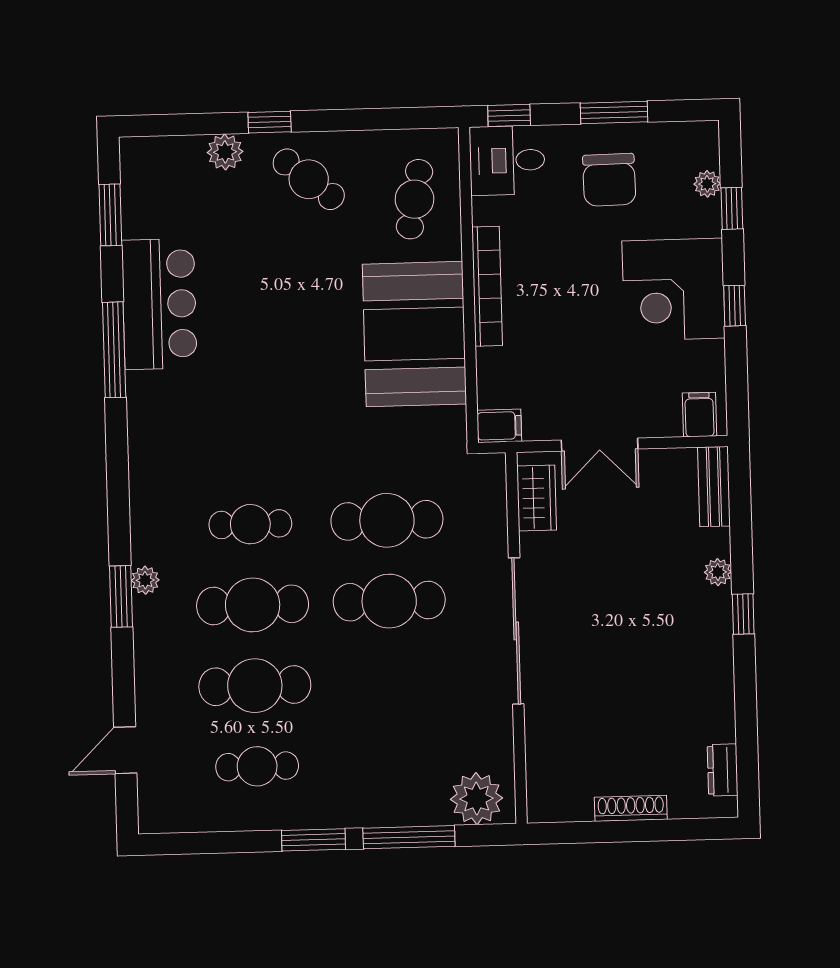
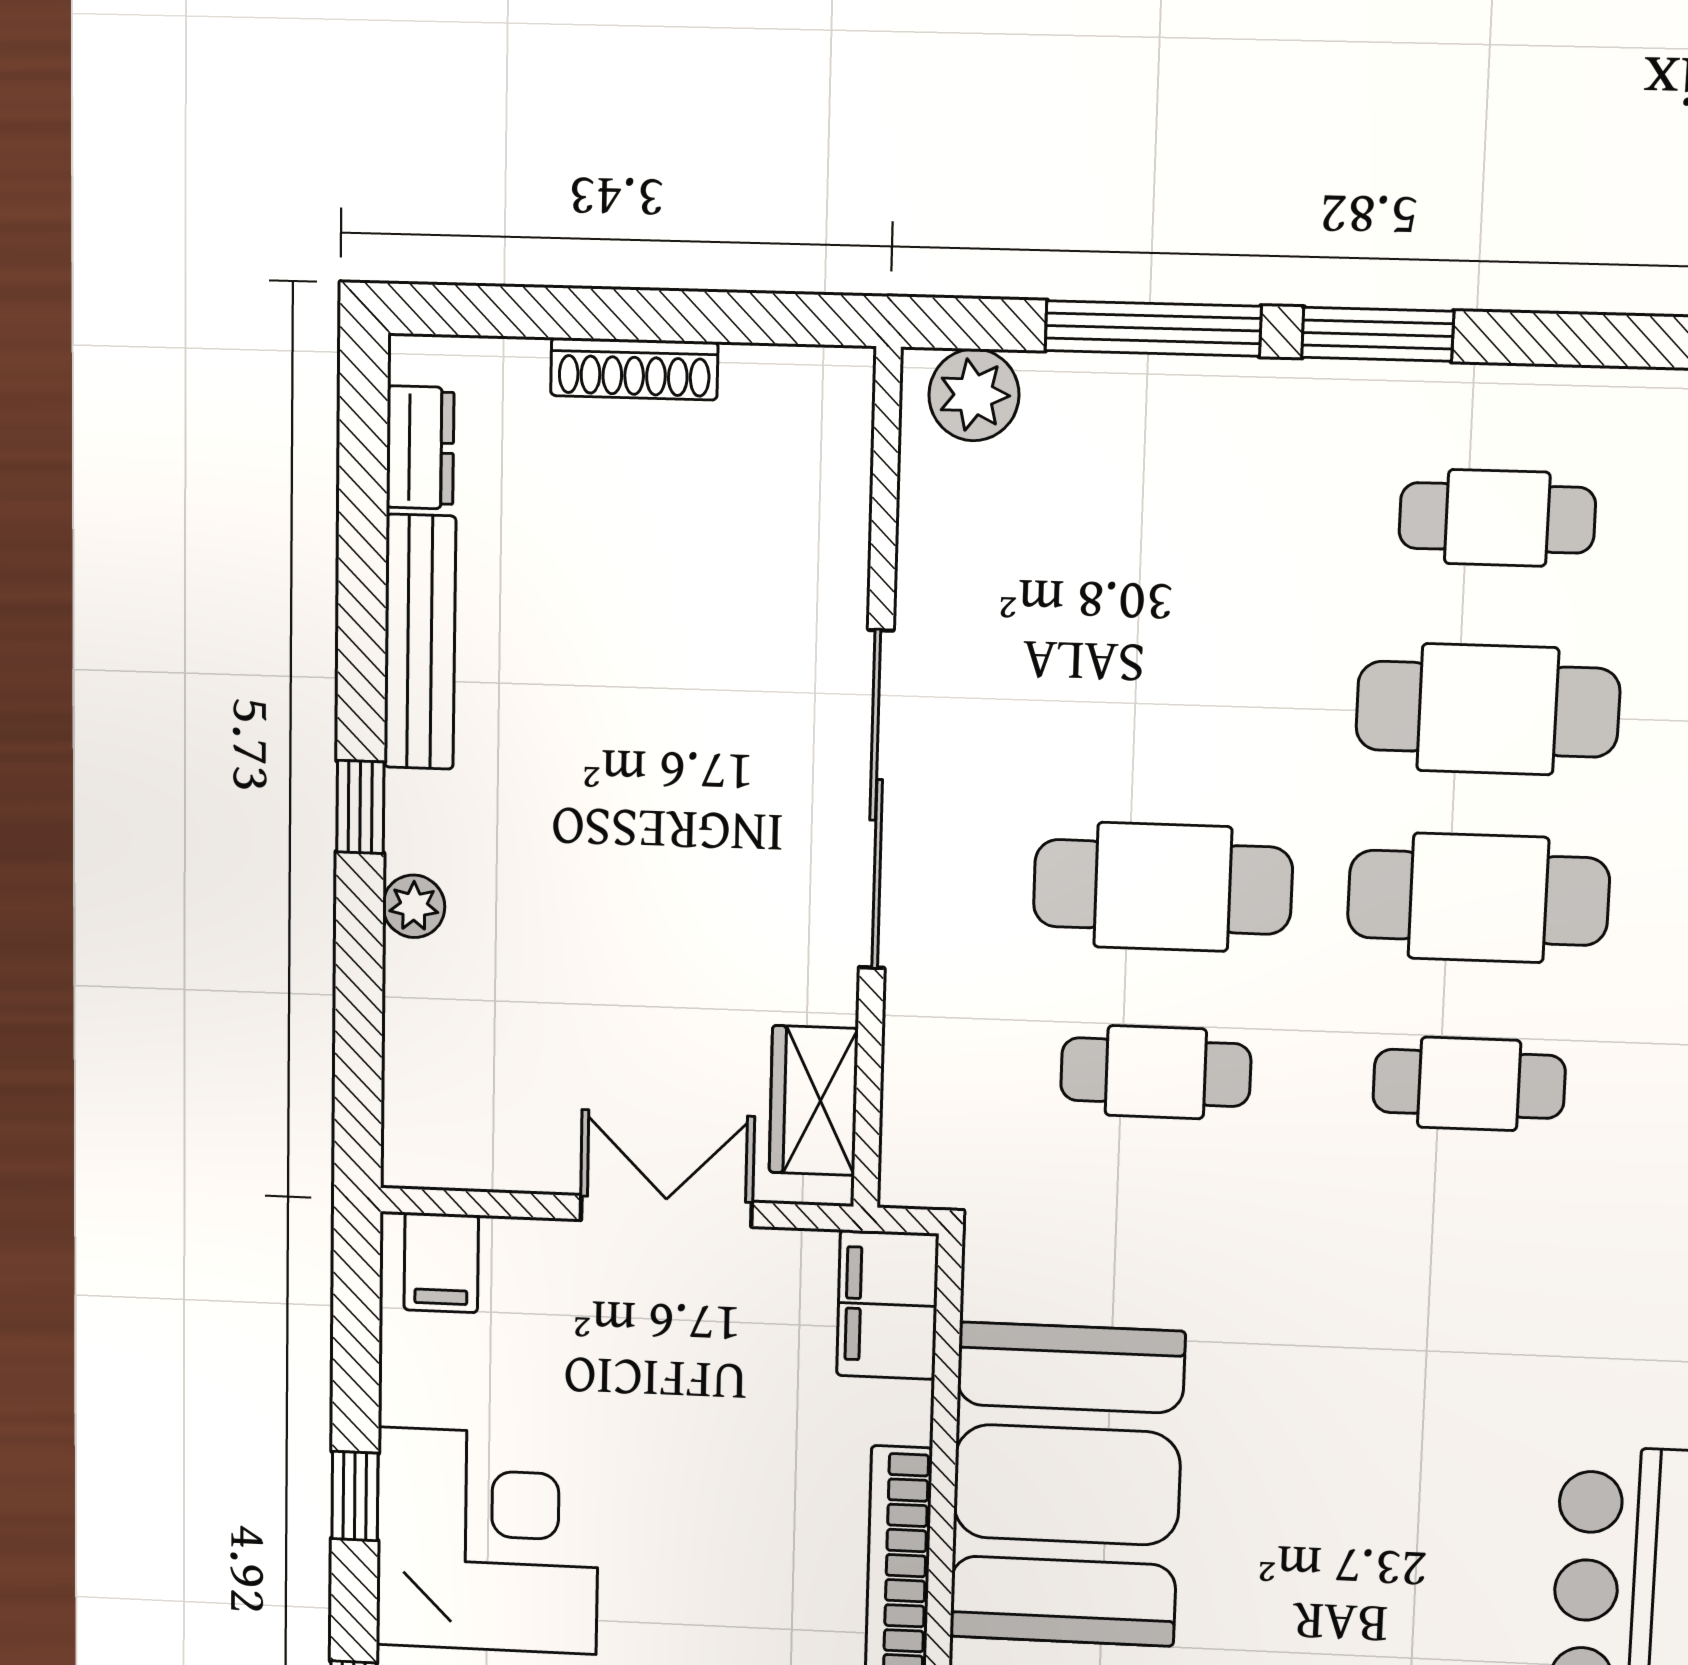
filing cabinet: (499, 426) -> (888, 1305), width x2.00
bench: (714, 487) -> (420, 642), moved, width x1.36
cafe table: (387, 520) -> (1156, 1072), width x0.73, depth x0.74
plant: (477, 799) -> (974, 395), width x0.73, depth x0.73

